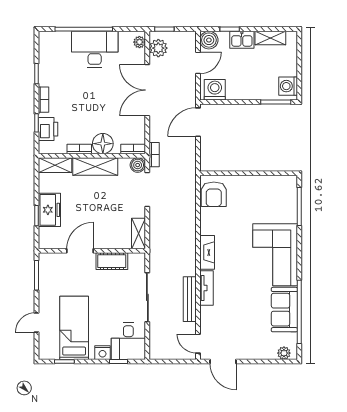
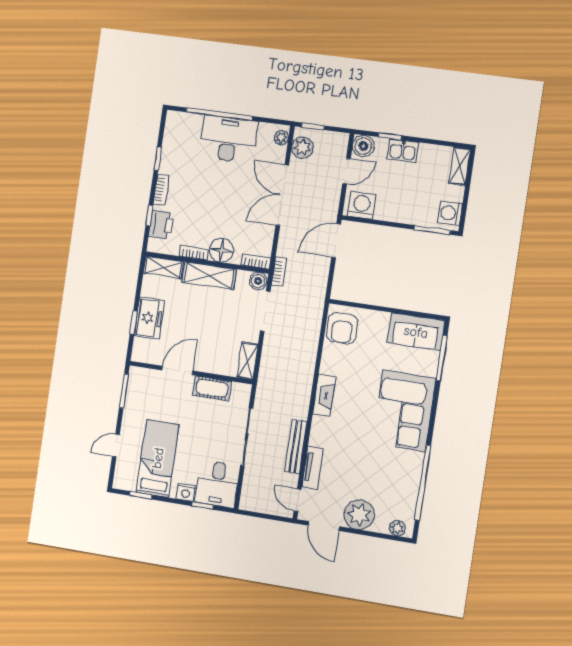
shelving: (270, 38) -> (460, 166), moved, turned 90
tv unit: (207, 288) -> (313, 468), moved
sofa: (284, 310) -> (416, 332), moved, turned -90
plant: (251, 347) -> (359, 515), added

